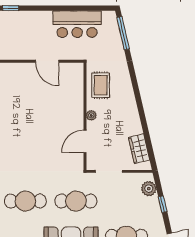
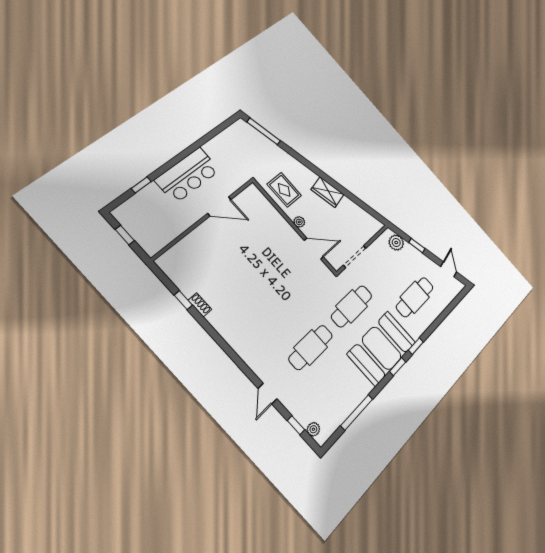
bar counter: (77, 24) -> (188, 175), moved
door: (85, 141) -> (314, 249), swing flipped
wardrobe: (139, 149) -> (328, 192), moved

